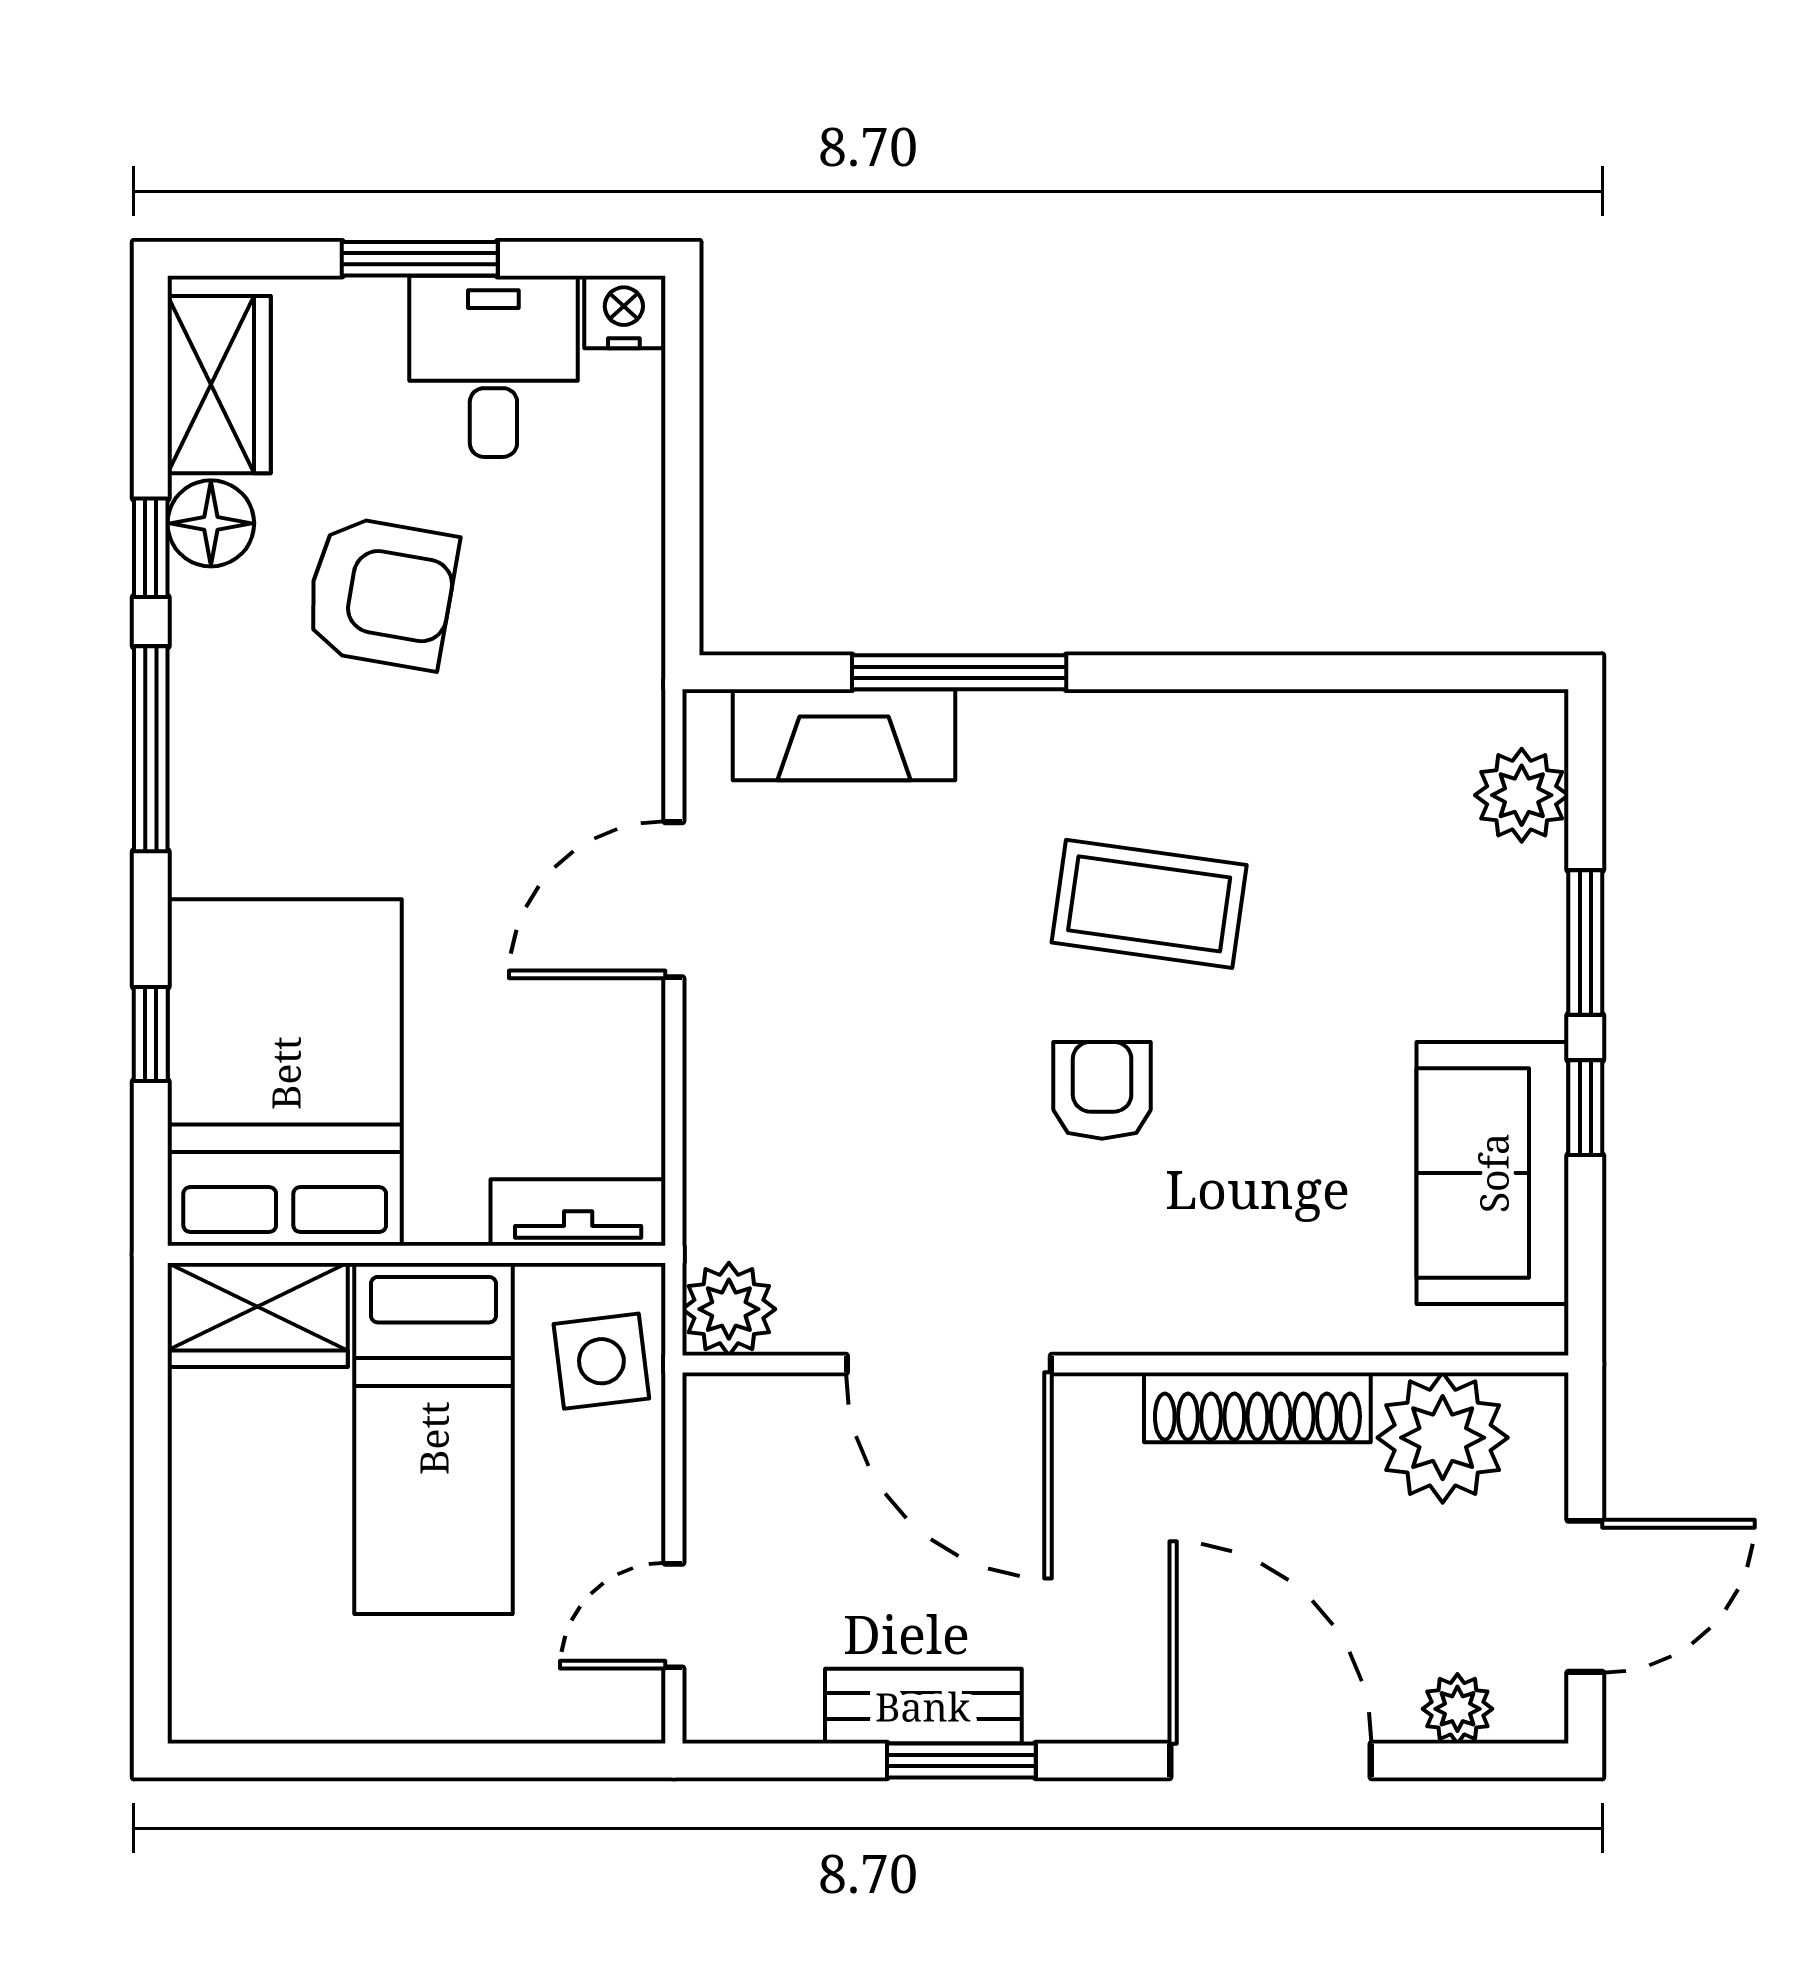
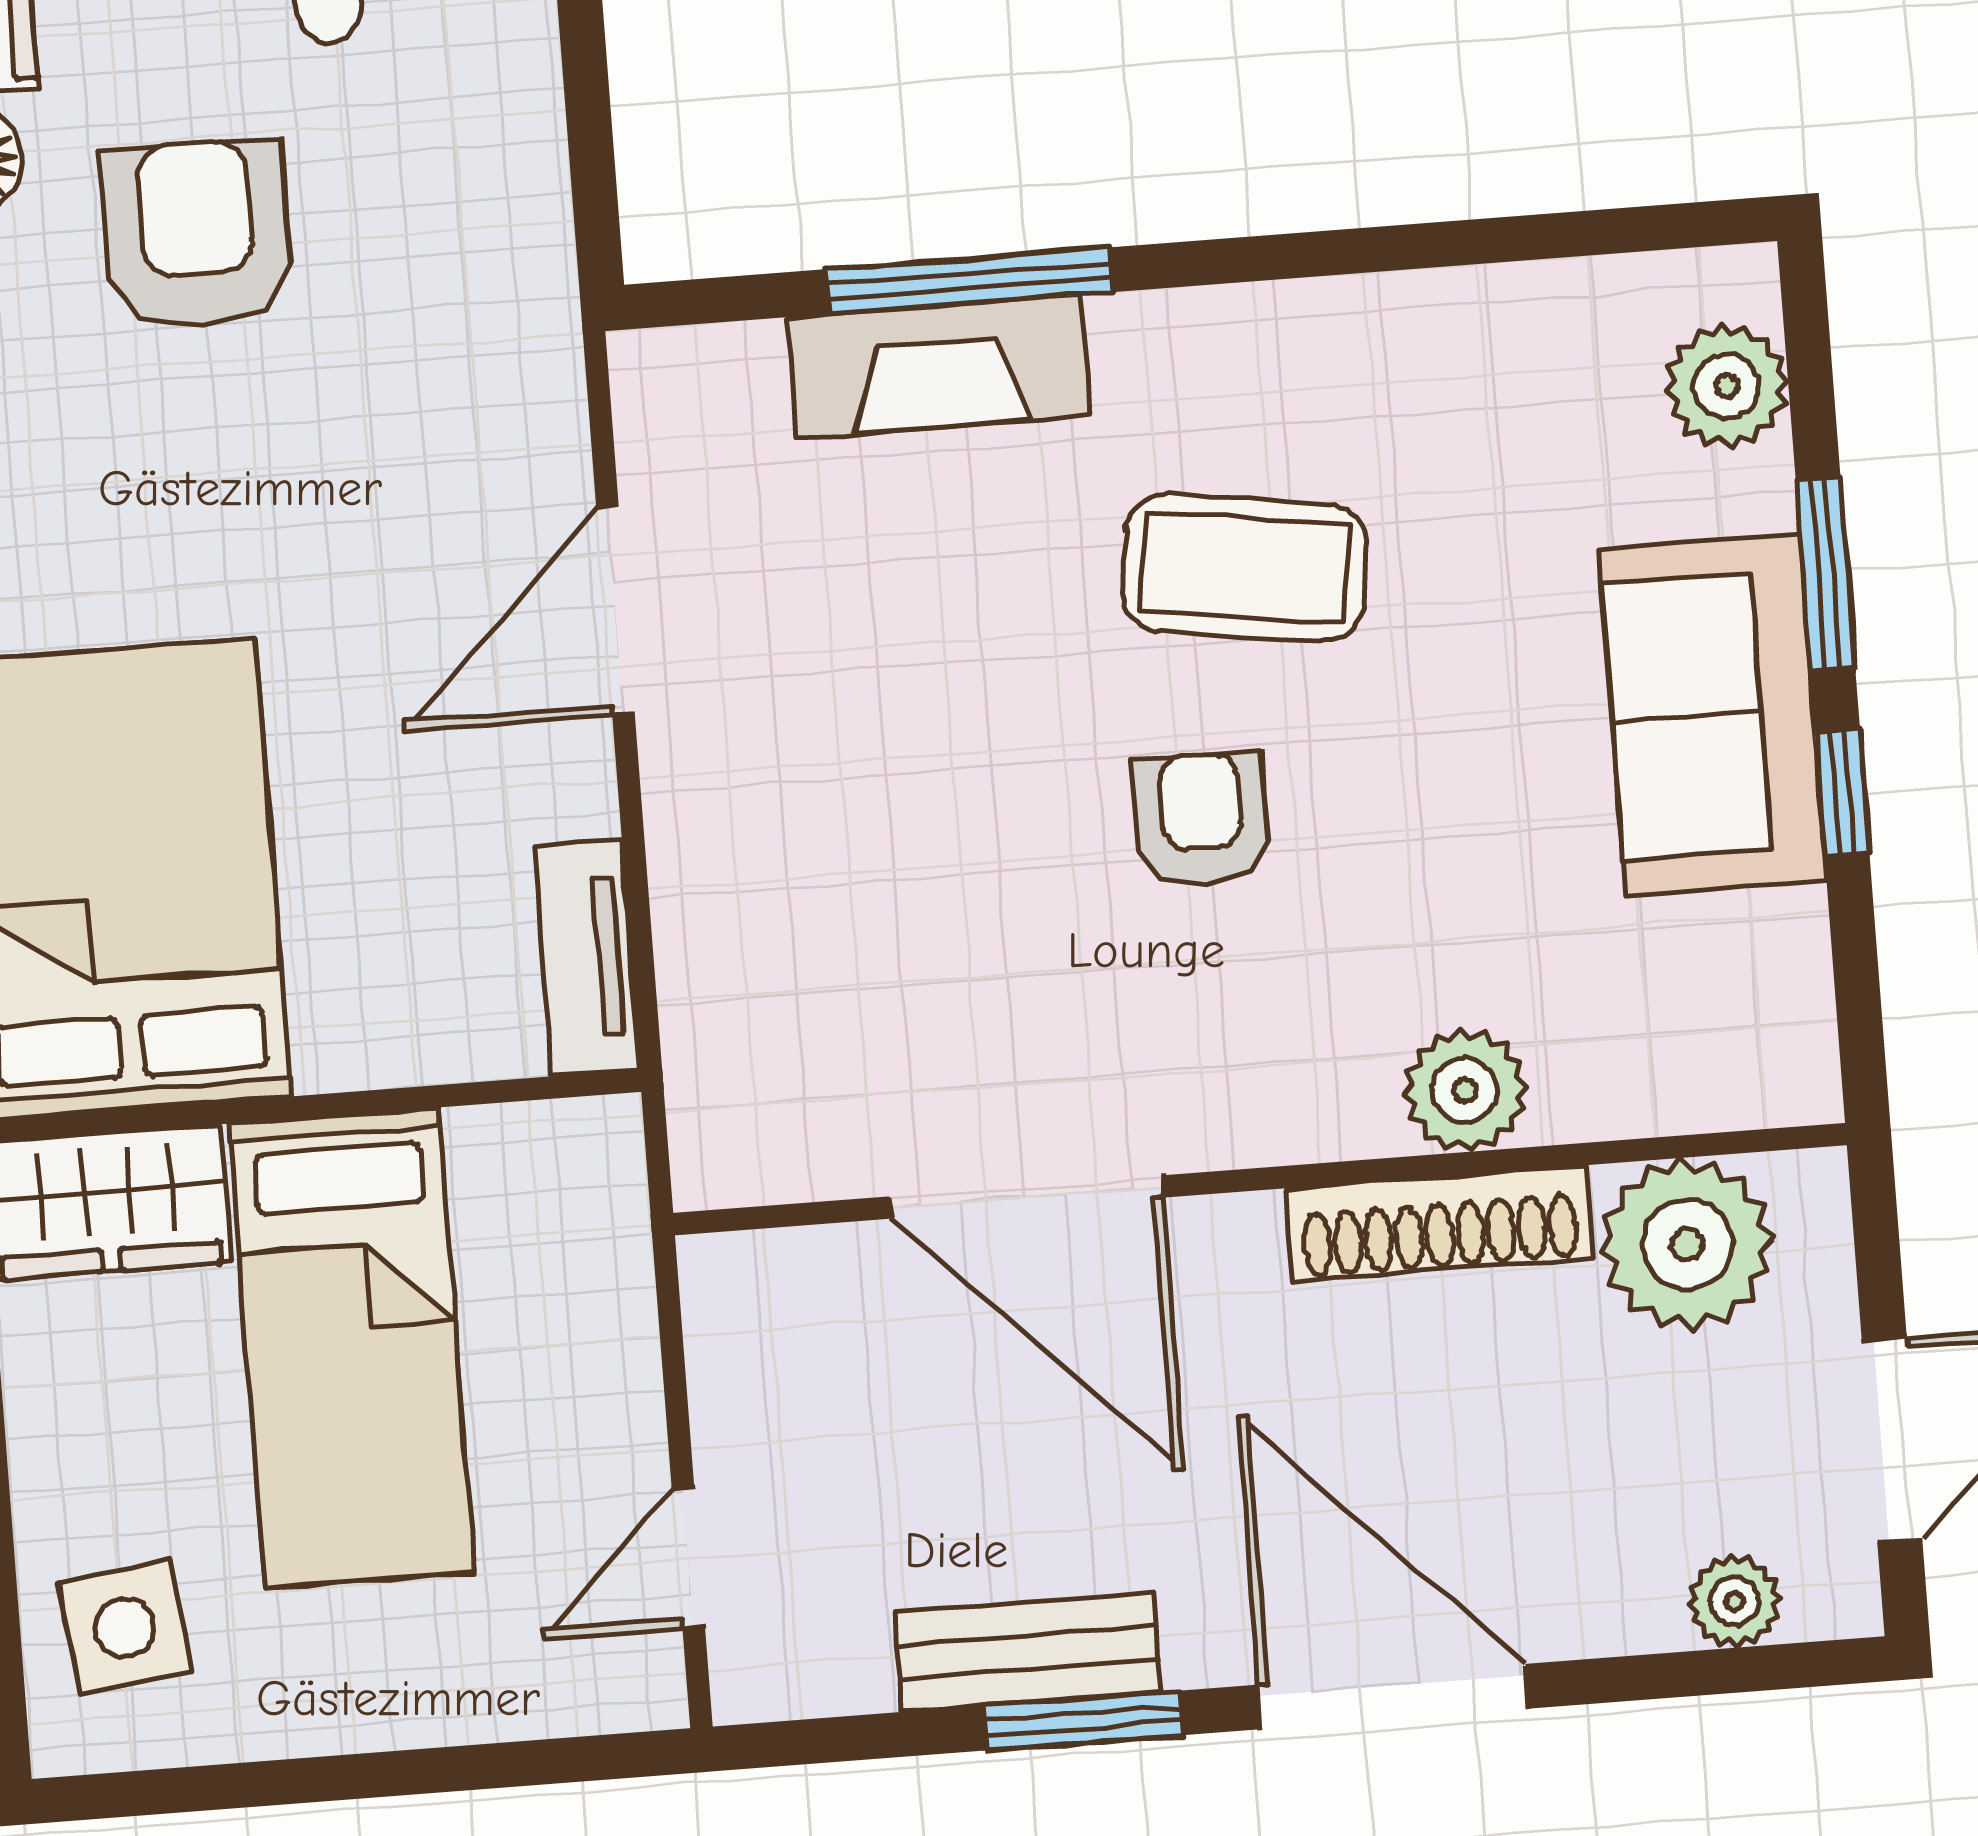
armchair: (381, 593) -> (197, 234), turned -100
fireplace: (844, 735) -> (939, 366), moved
sofa: (1493, 1173) -> (1713, 715), moved
tv unit: (578, 1213) -> (587, 957), moved, turned -90
plant: (729, 1309) -> (1465, 1090), moved
side table: (601, 1361) -> (125, 1627), moved
door: (1271, 1761) -> (1393, 1697), moved

